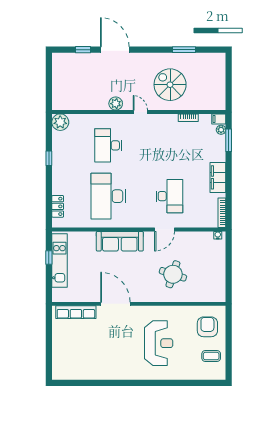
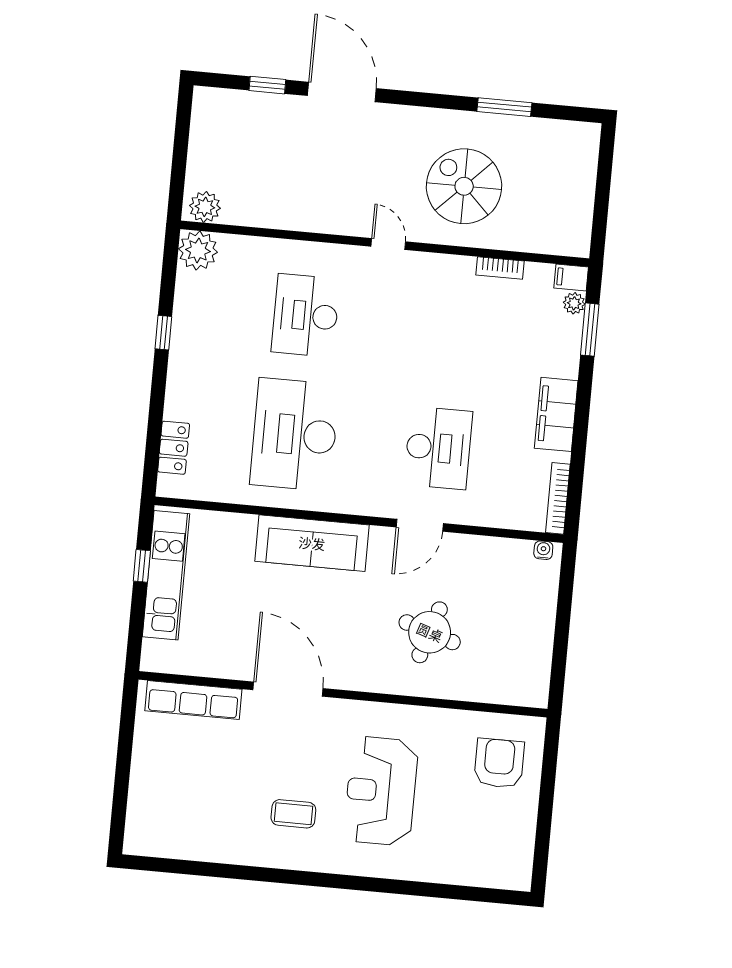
plant: (116, 104) -> (205, 207), moved
reception desk: (159, 343) -> (381, 791), turned 180
coffee table: (211, 356) -> (293, 814), moved

